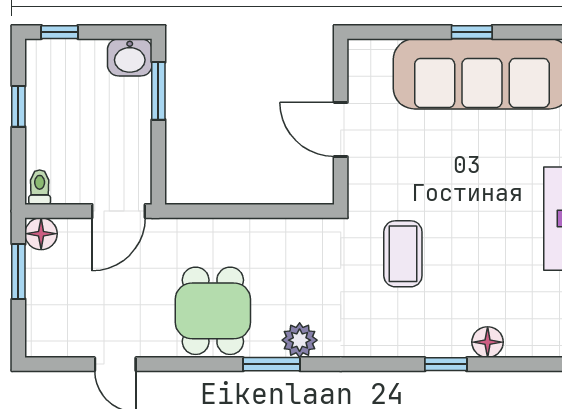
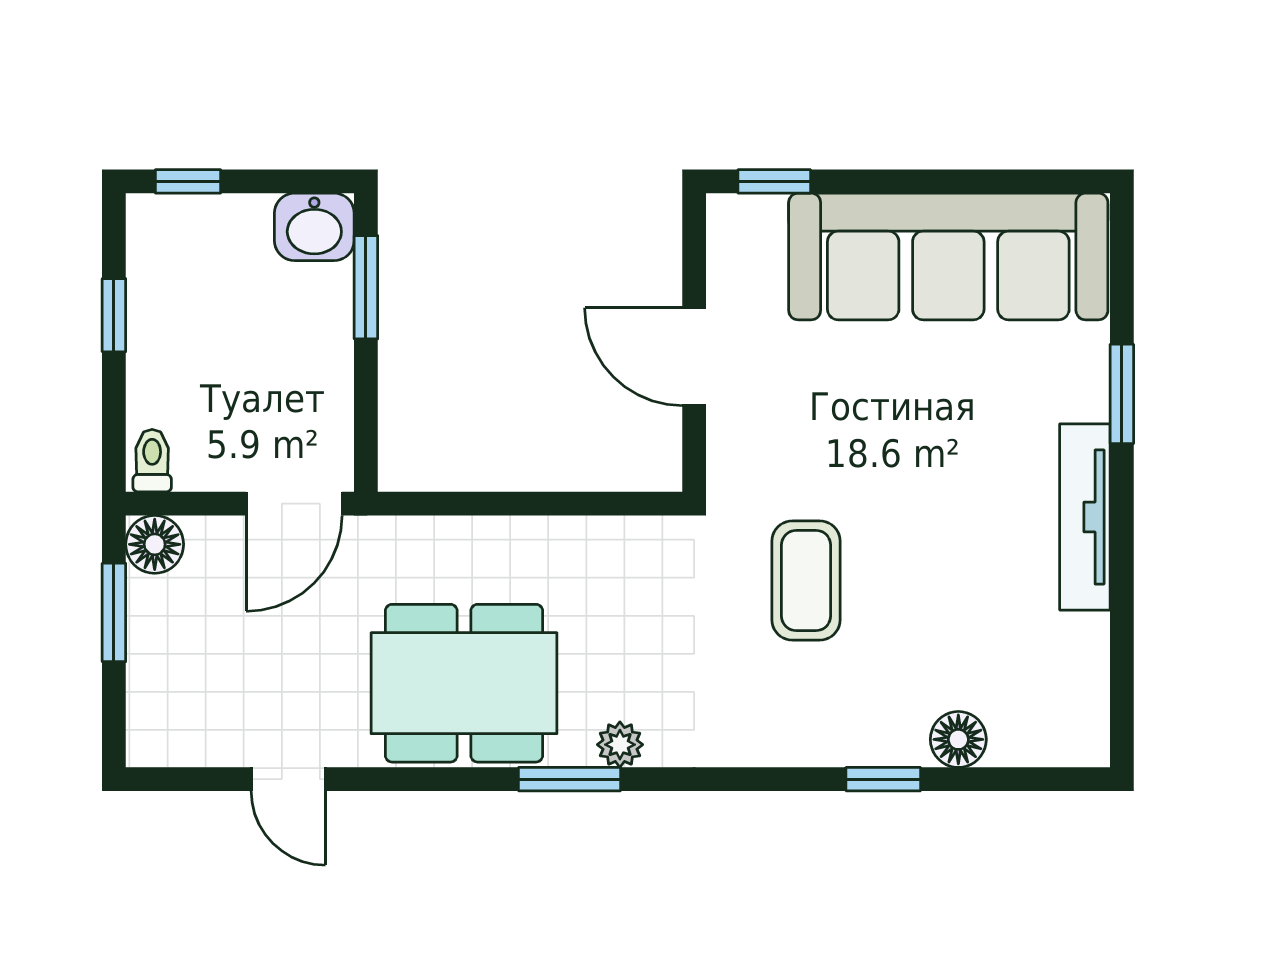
window: (472, 32) -> (774, 181), moved
dining table: (213, 311) -> (464, 683), width x1.38
plant: (300, 340) -> (620, 745), width x0.73, depth x0.73

